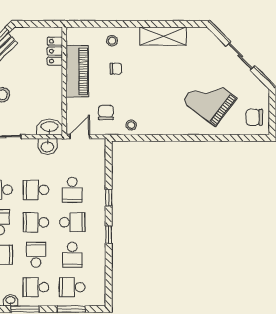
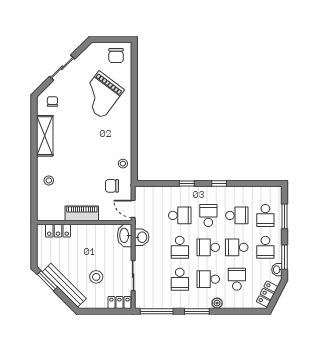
chair: (116, 69) -> (52, 101), moved
piano: (77, 71) -> (82, 213), width x0.73, depth x0.75
school desk: (36, 222) -> (208, 247), turned 90

